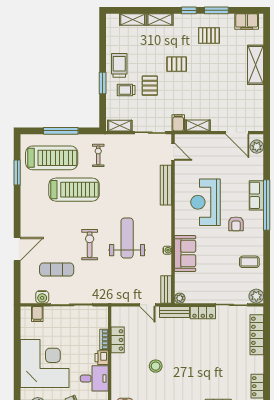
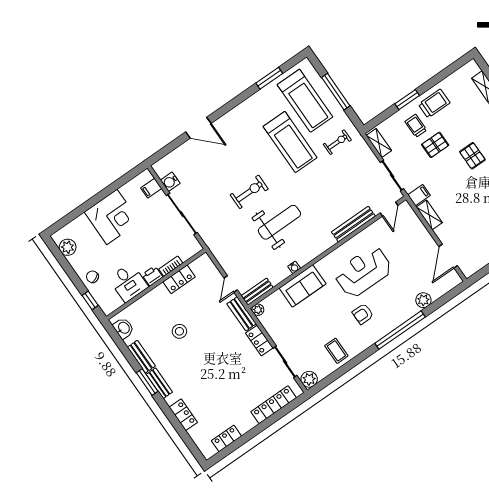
plant: (257, 147) -> (423, 300), moved
row of seats: (256, 195) -> (402, 314), removed
exercise mat: (57, 270) -> (205, 177), removed
corner desk: (45, 363) -> (112, 217), width x0.74, depth x0.74

